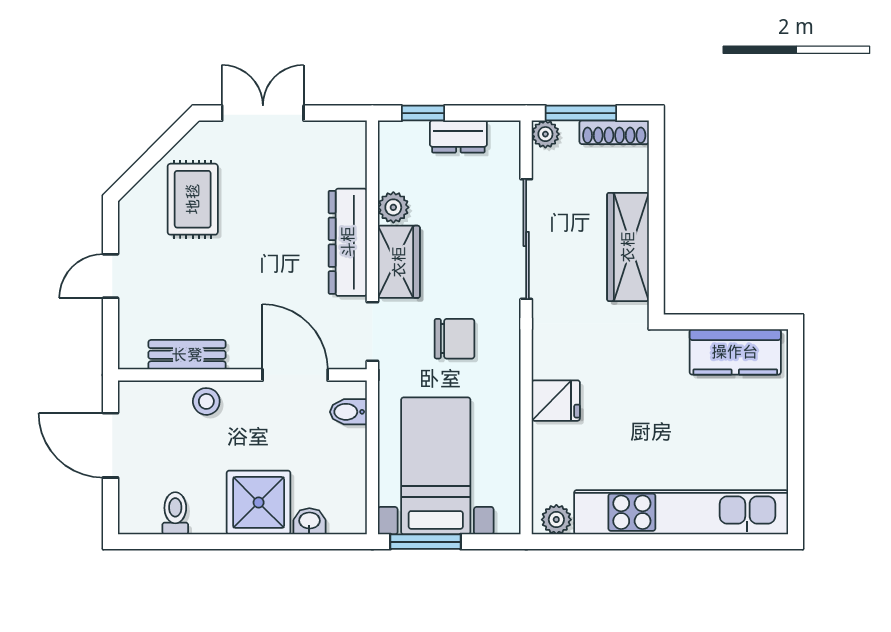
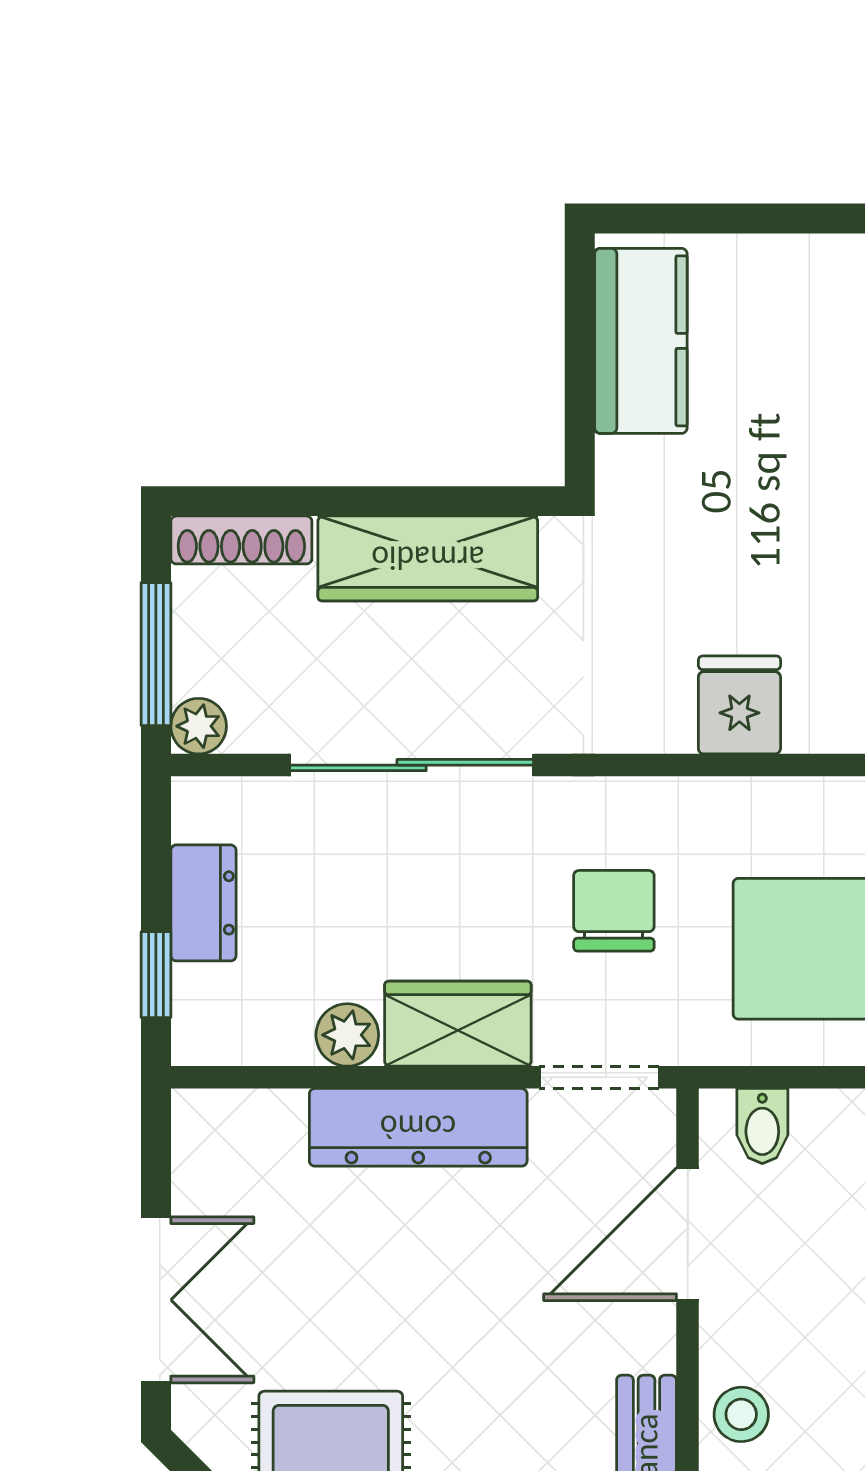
double door: (263, 113) -> (156, 1300), swing flipped
shoe rack: (614, 132) -> (241, 540), moved, turned 90

